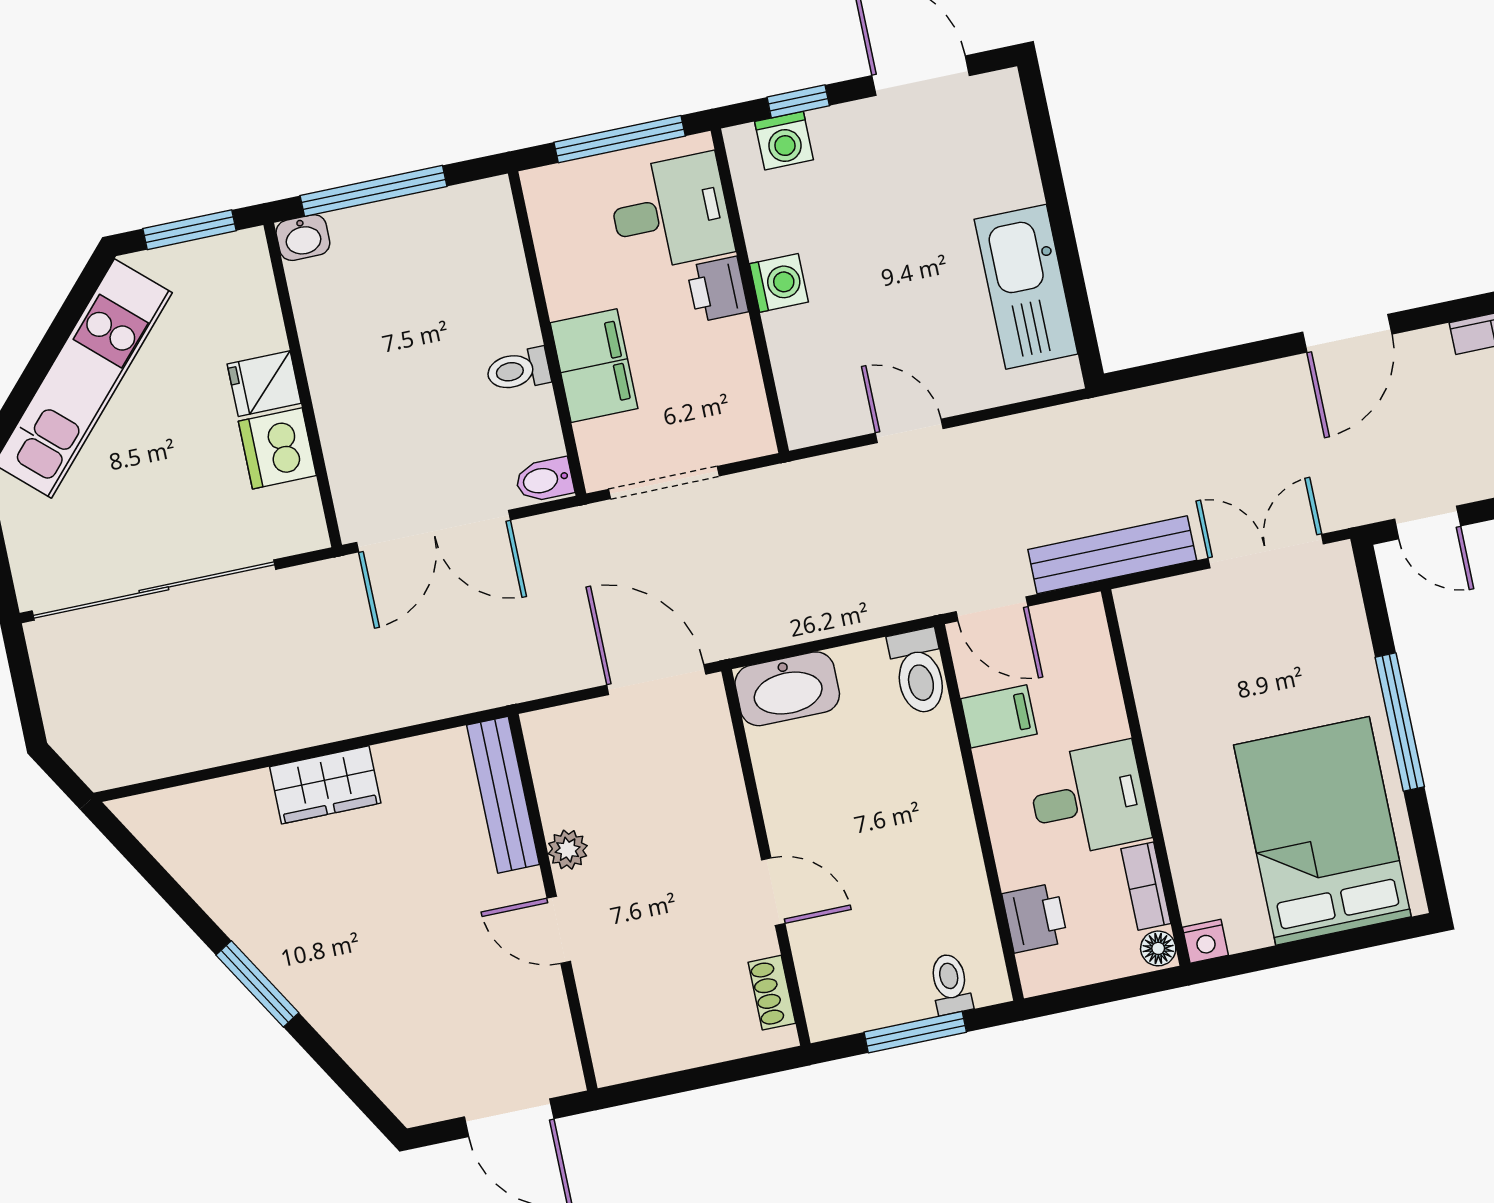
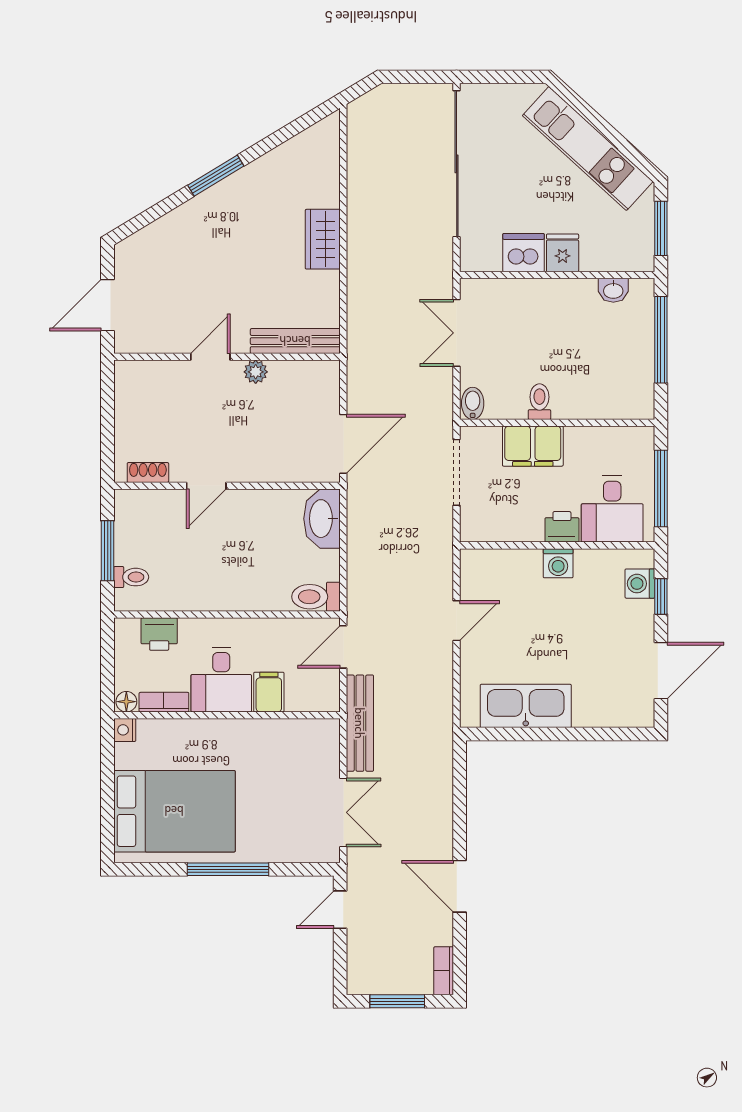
washbasin: (303, 238) -> (613, 290), moved, turned -90
double door: (433, 531) -> (457, 333), width x0.73
filing cabinet: (999, 716) -> (269, 692), moved, turned 180

